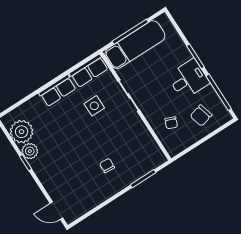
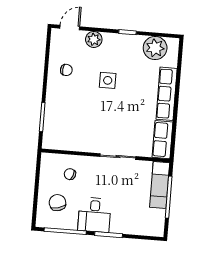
exam couch: (135, 45) -> (160, 185), width x0.73, depth x0.69
row of seats: (58, 91) -> (167, 94), width x1.48
side table: (94, 106) -> (108, 80), moved
plant: (30, 151) -> (94, 39), moved
chair: (107, 166) -> (66, 70), moved

